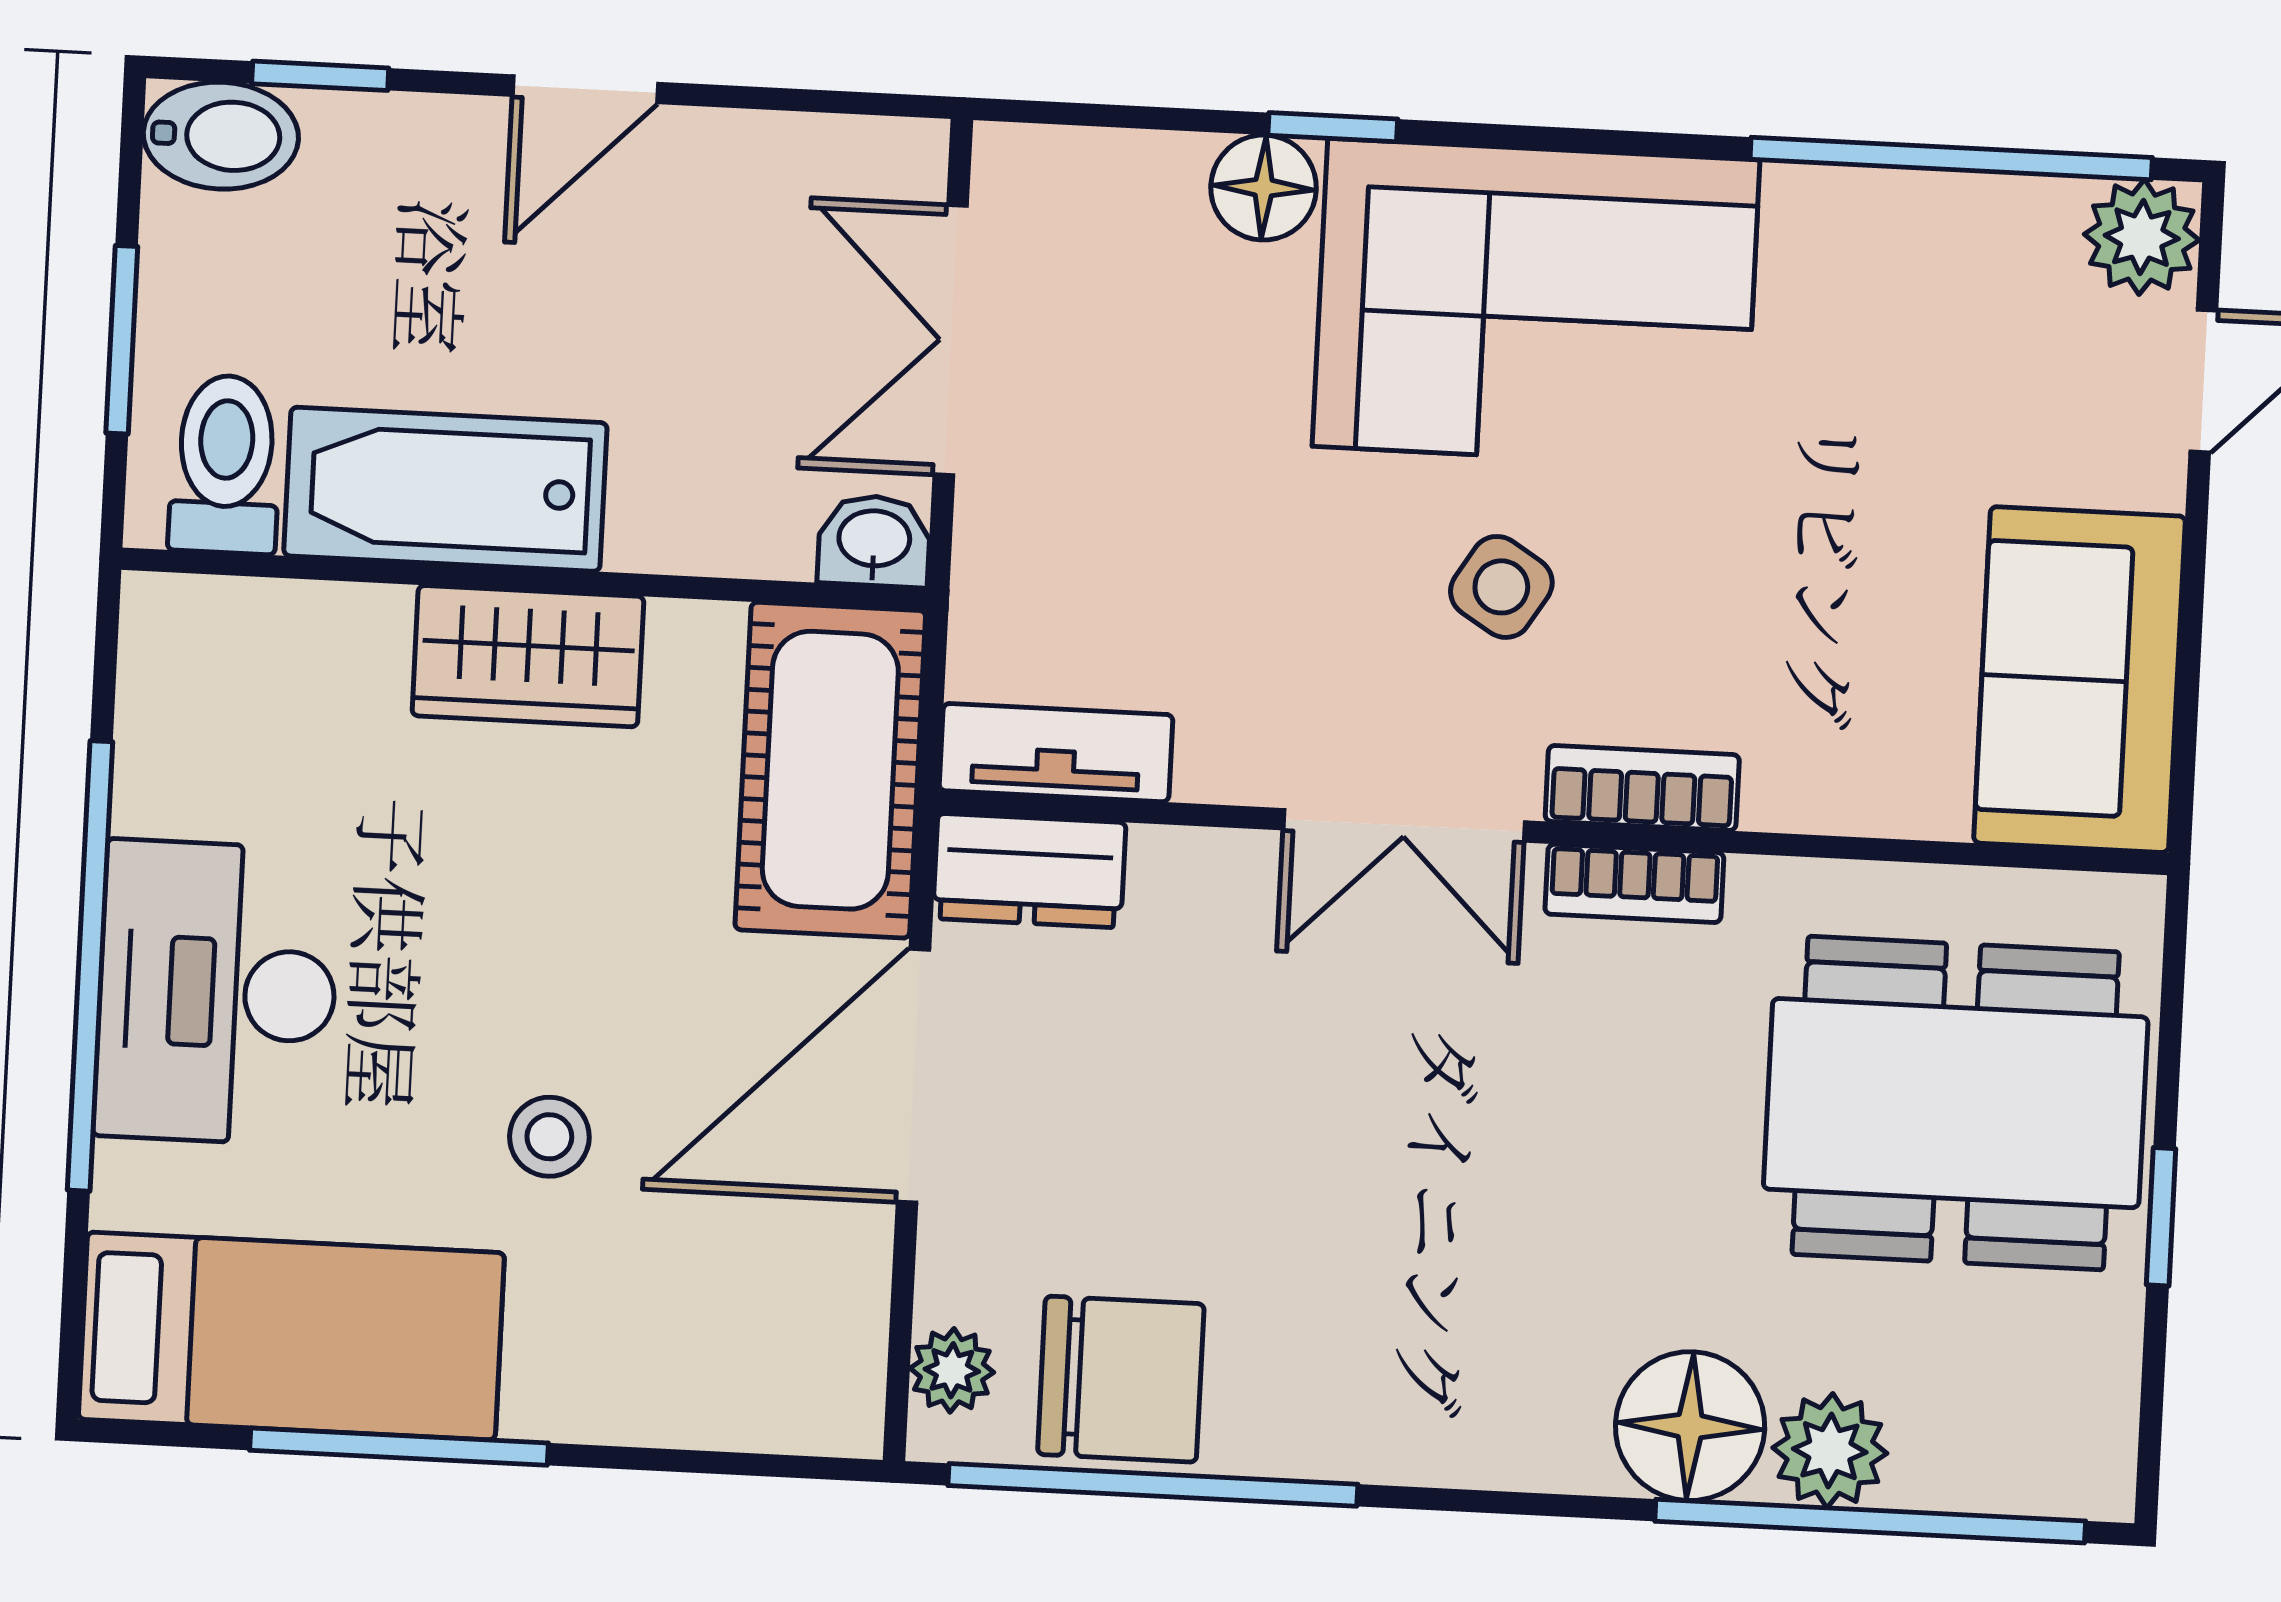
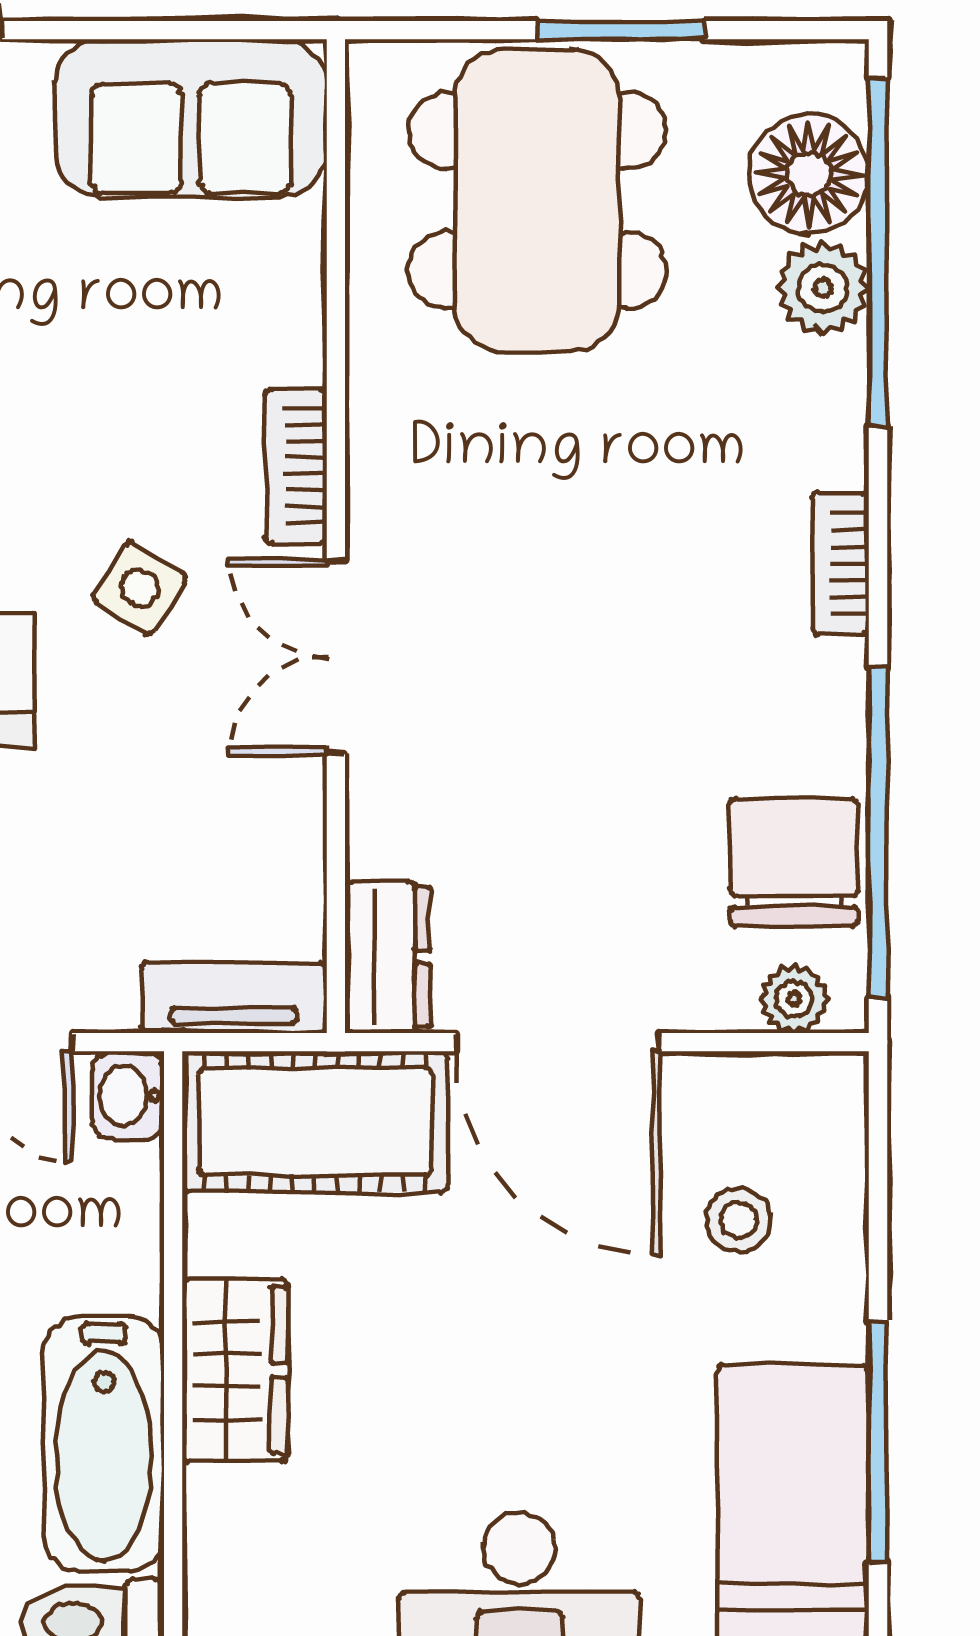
tv unit: (1056, 753) -> (234, 998), moved, turned 90
double door: (1404, 825) -> (336, 657), swing flipped
bookcase: (1634, 883) -> (841, 564), moved, turned 180
stool: (549, 1137) -> (739, 1220), moved
window: (2161, 1217) -> (621, 30), width x1.50
floor lamp: (1690, 1426) -> (809, 174), moved

